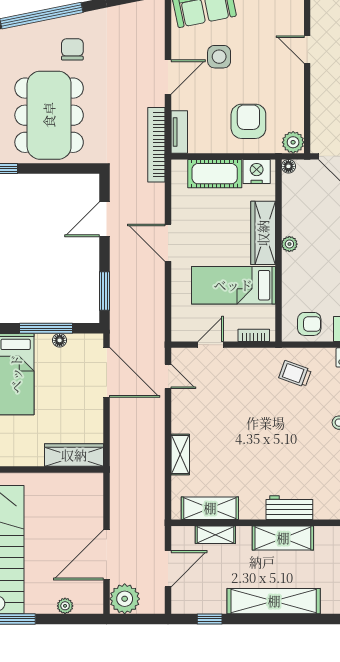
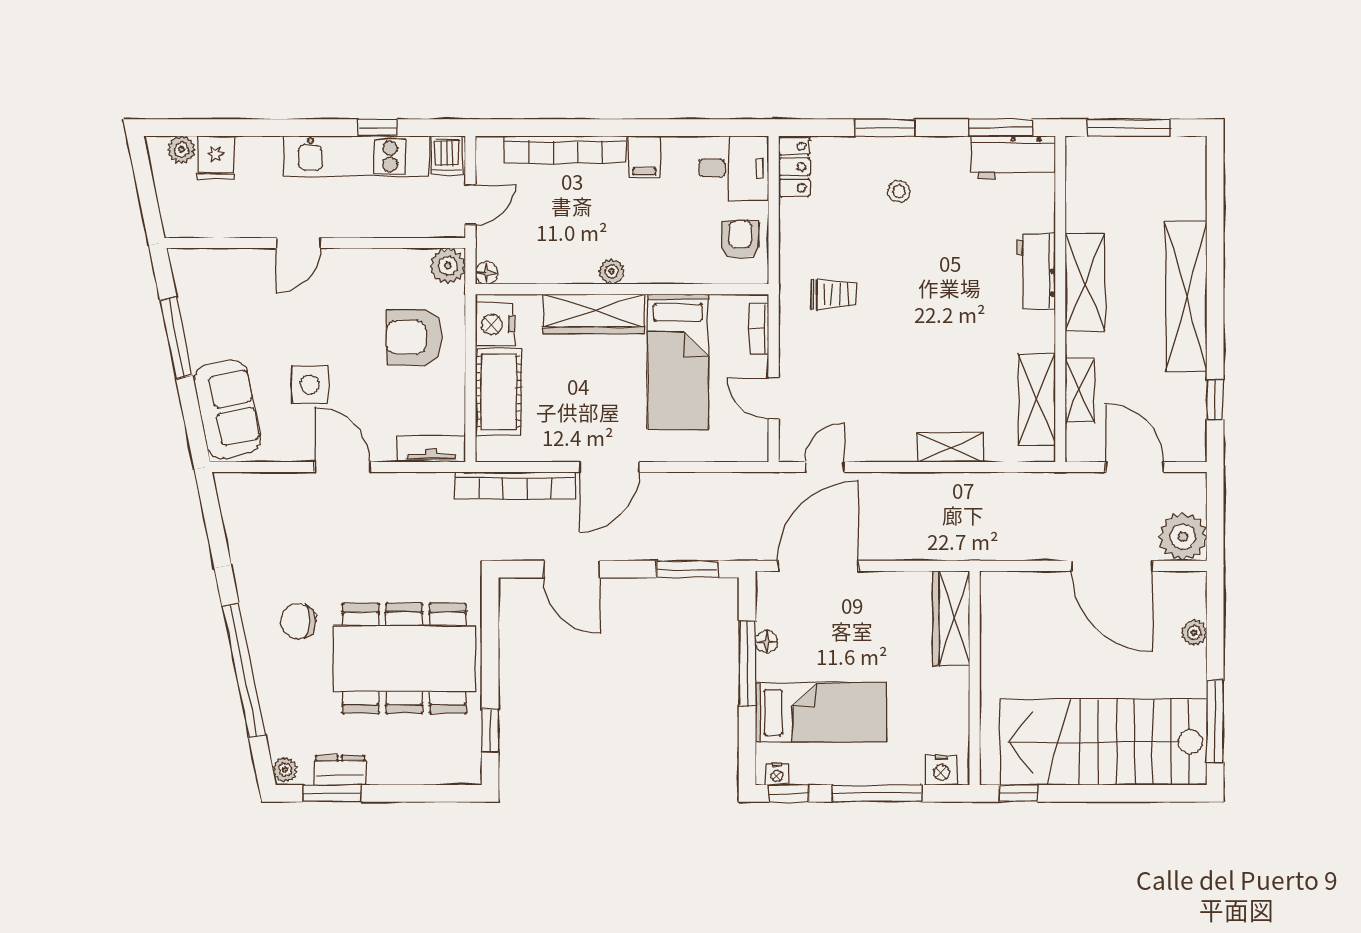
bookcase: (156, 145) -> (515, 486), moved
trolley: (295, 374) -> (833, 294), moved, turned -110

